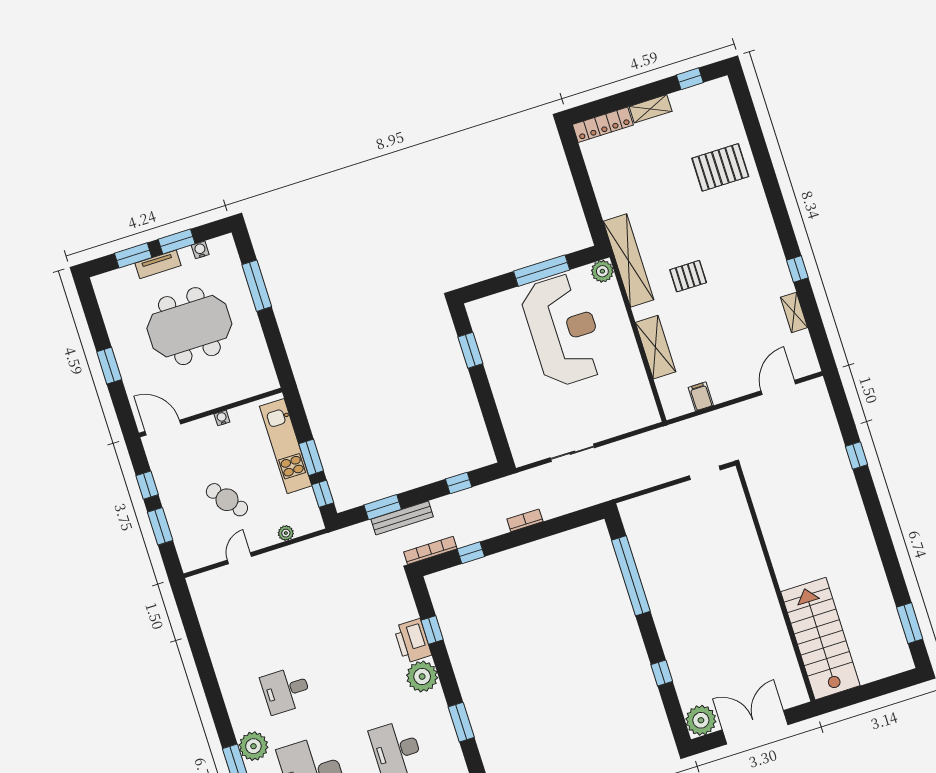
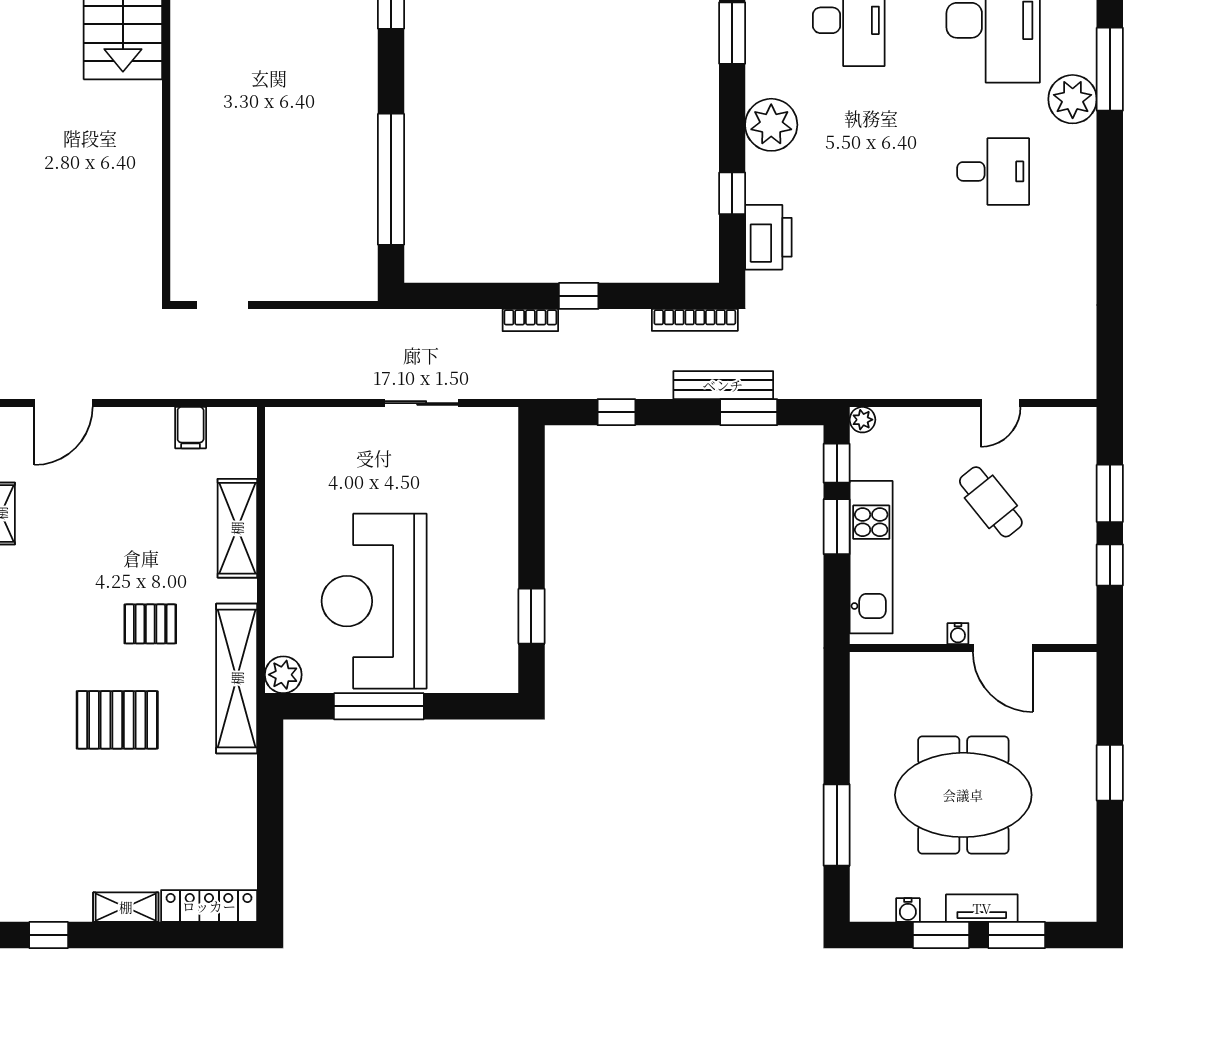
pallet: (720, 167) -> (117, 720), moved
door: (163, 428) -> (1003, 648), moved
plant: (286, 533) -> (862, 420), moved
window: (471, 553) -> (579, 296), moved
printer: (413, 641) -> (768, 237), moved

